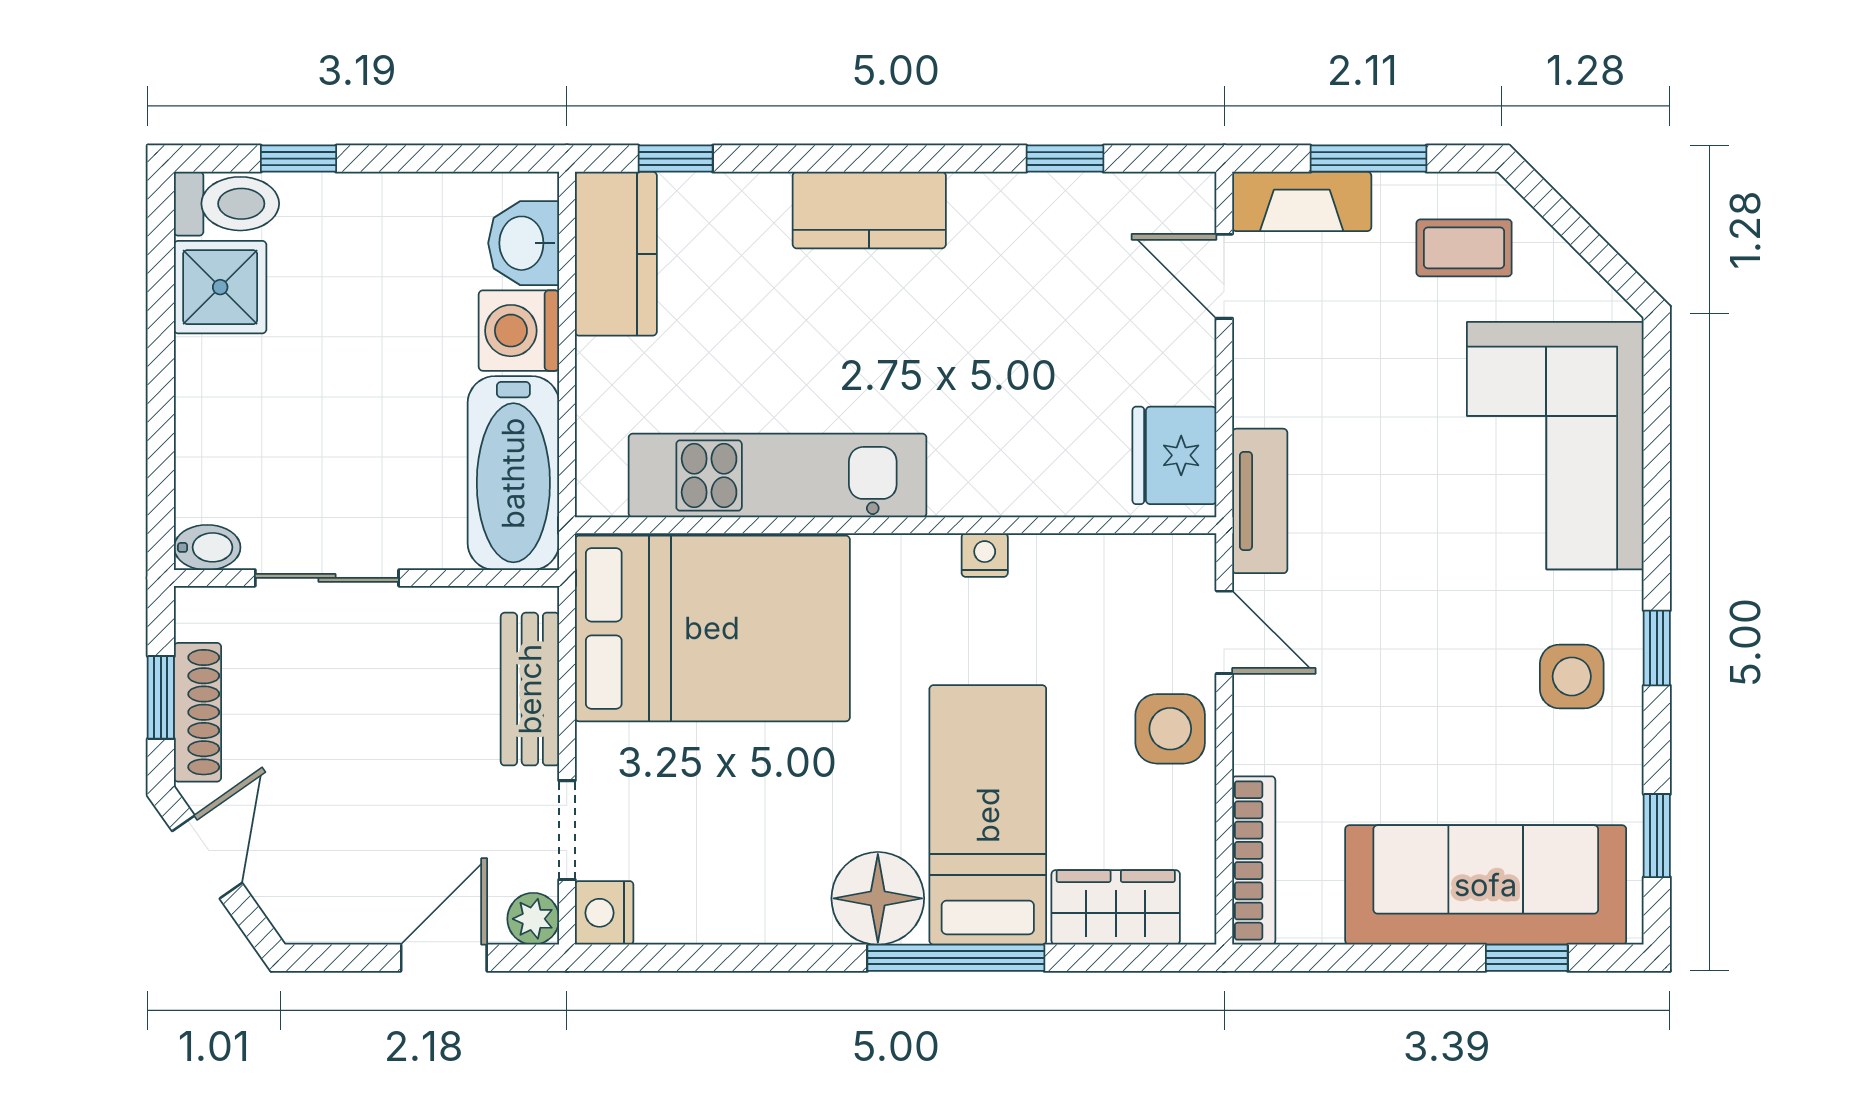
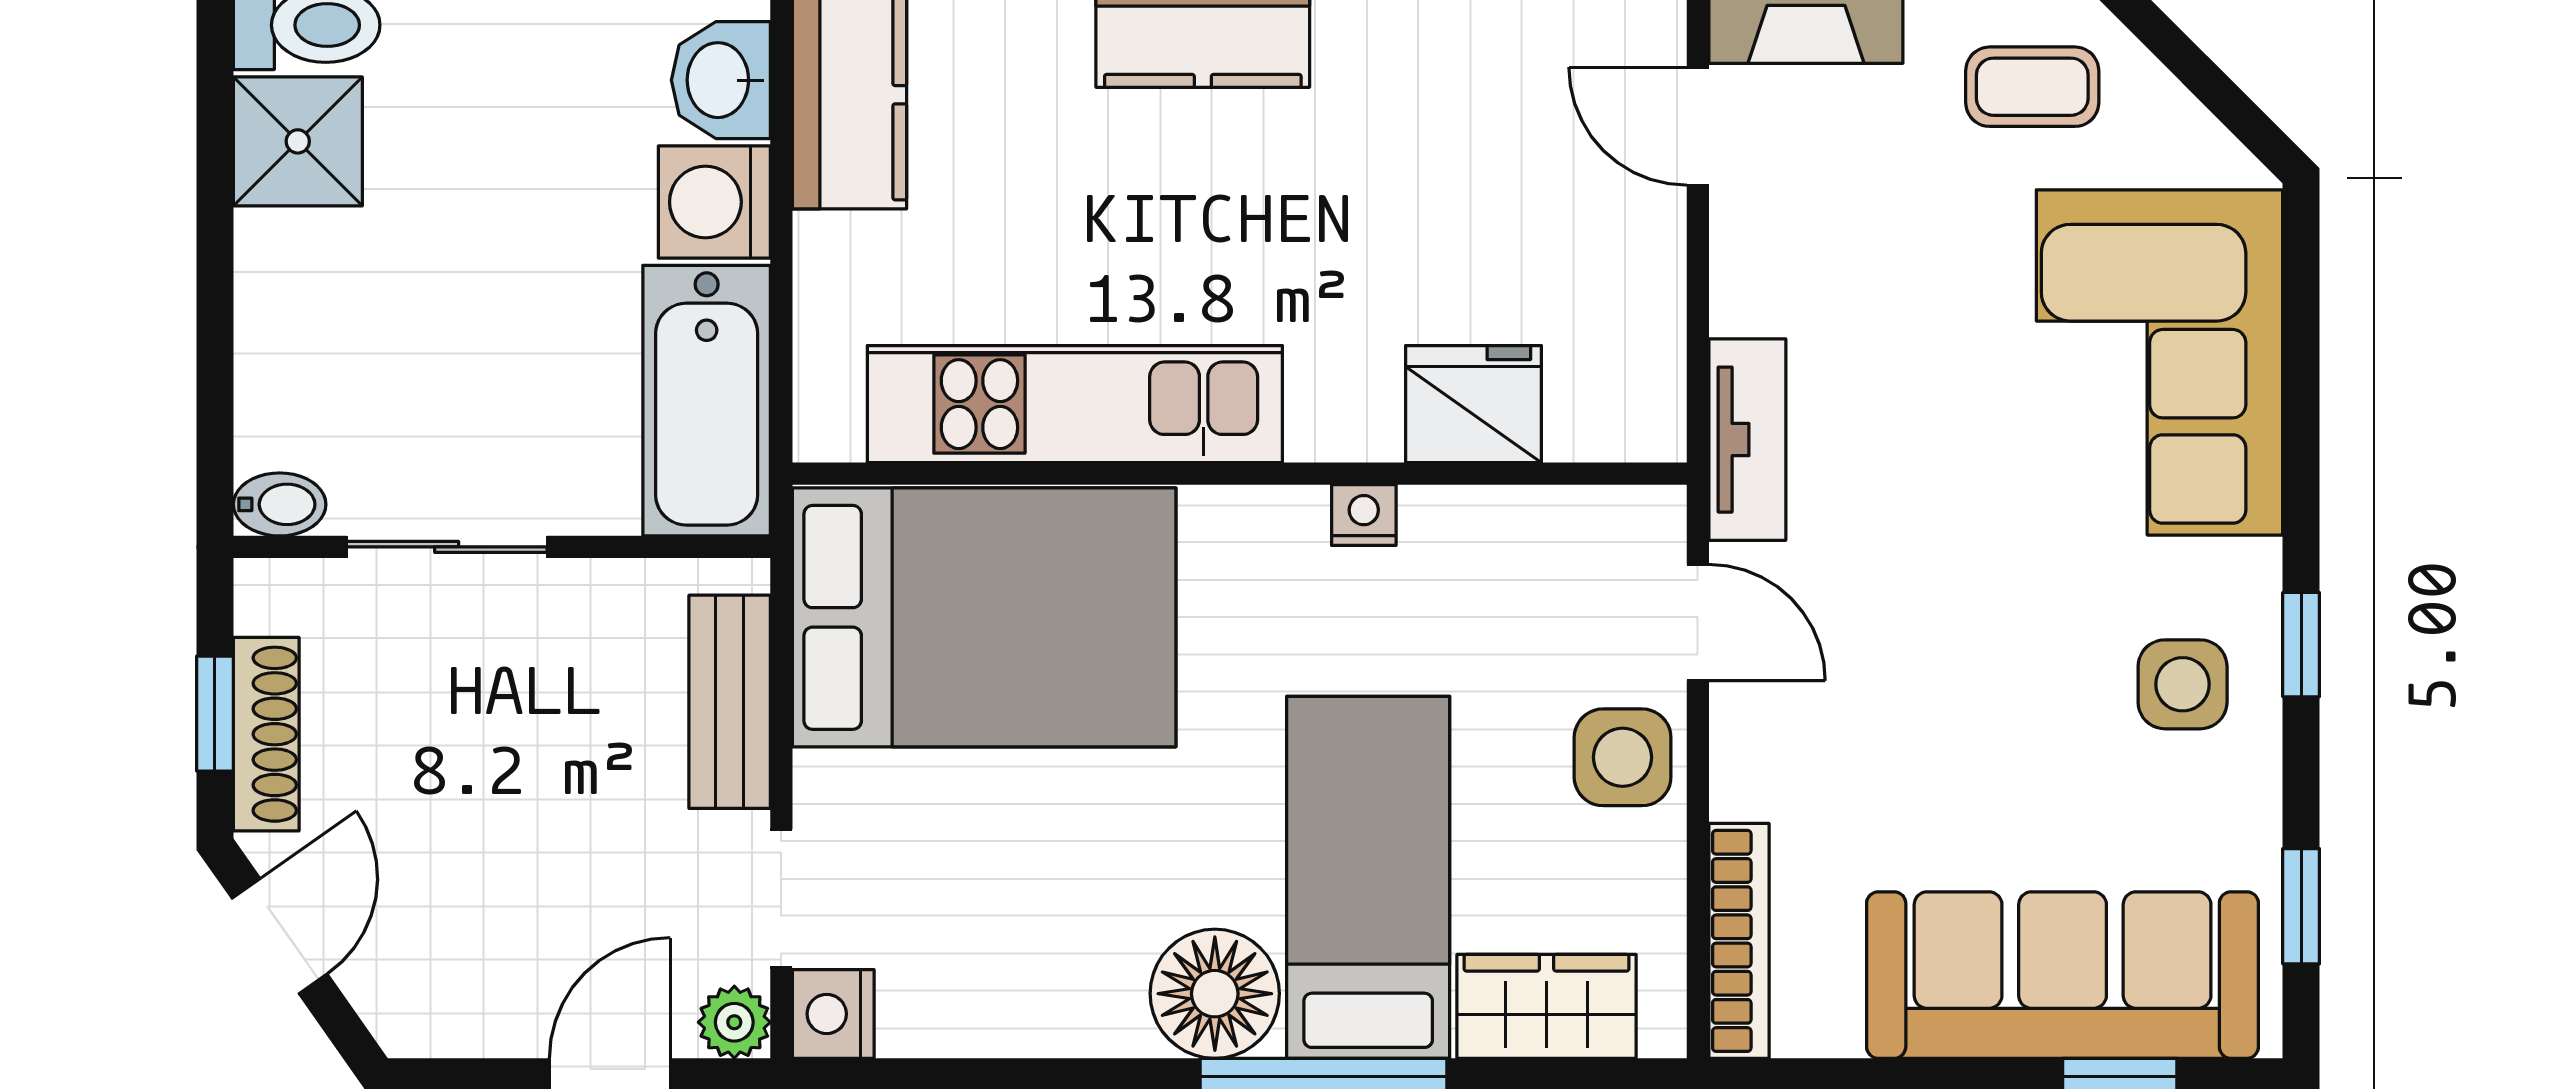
fridge: (1174, 455) -> (1473, 404), moved, turned 90

